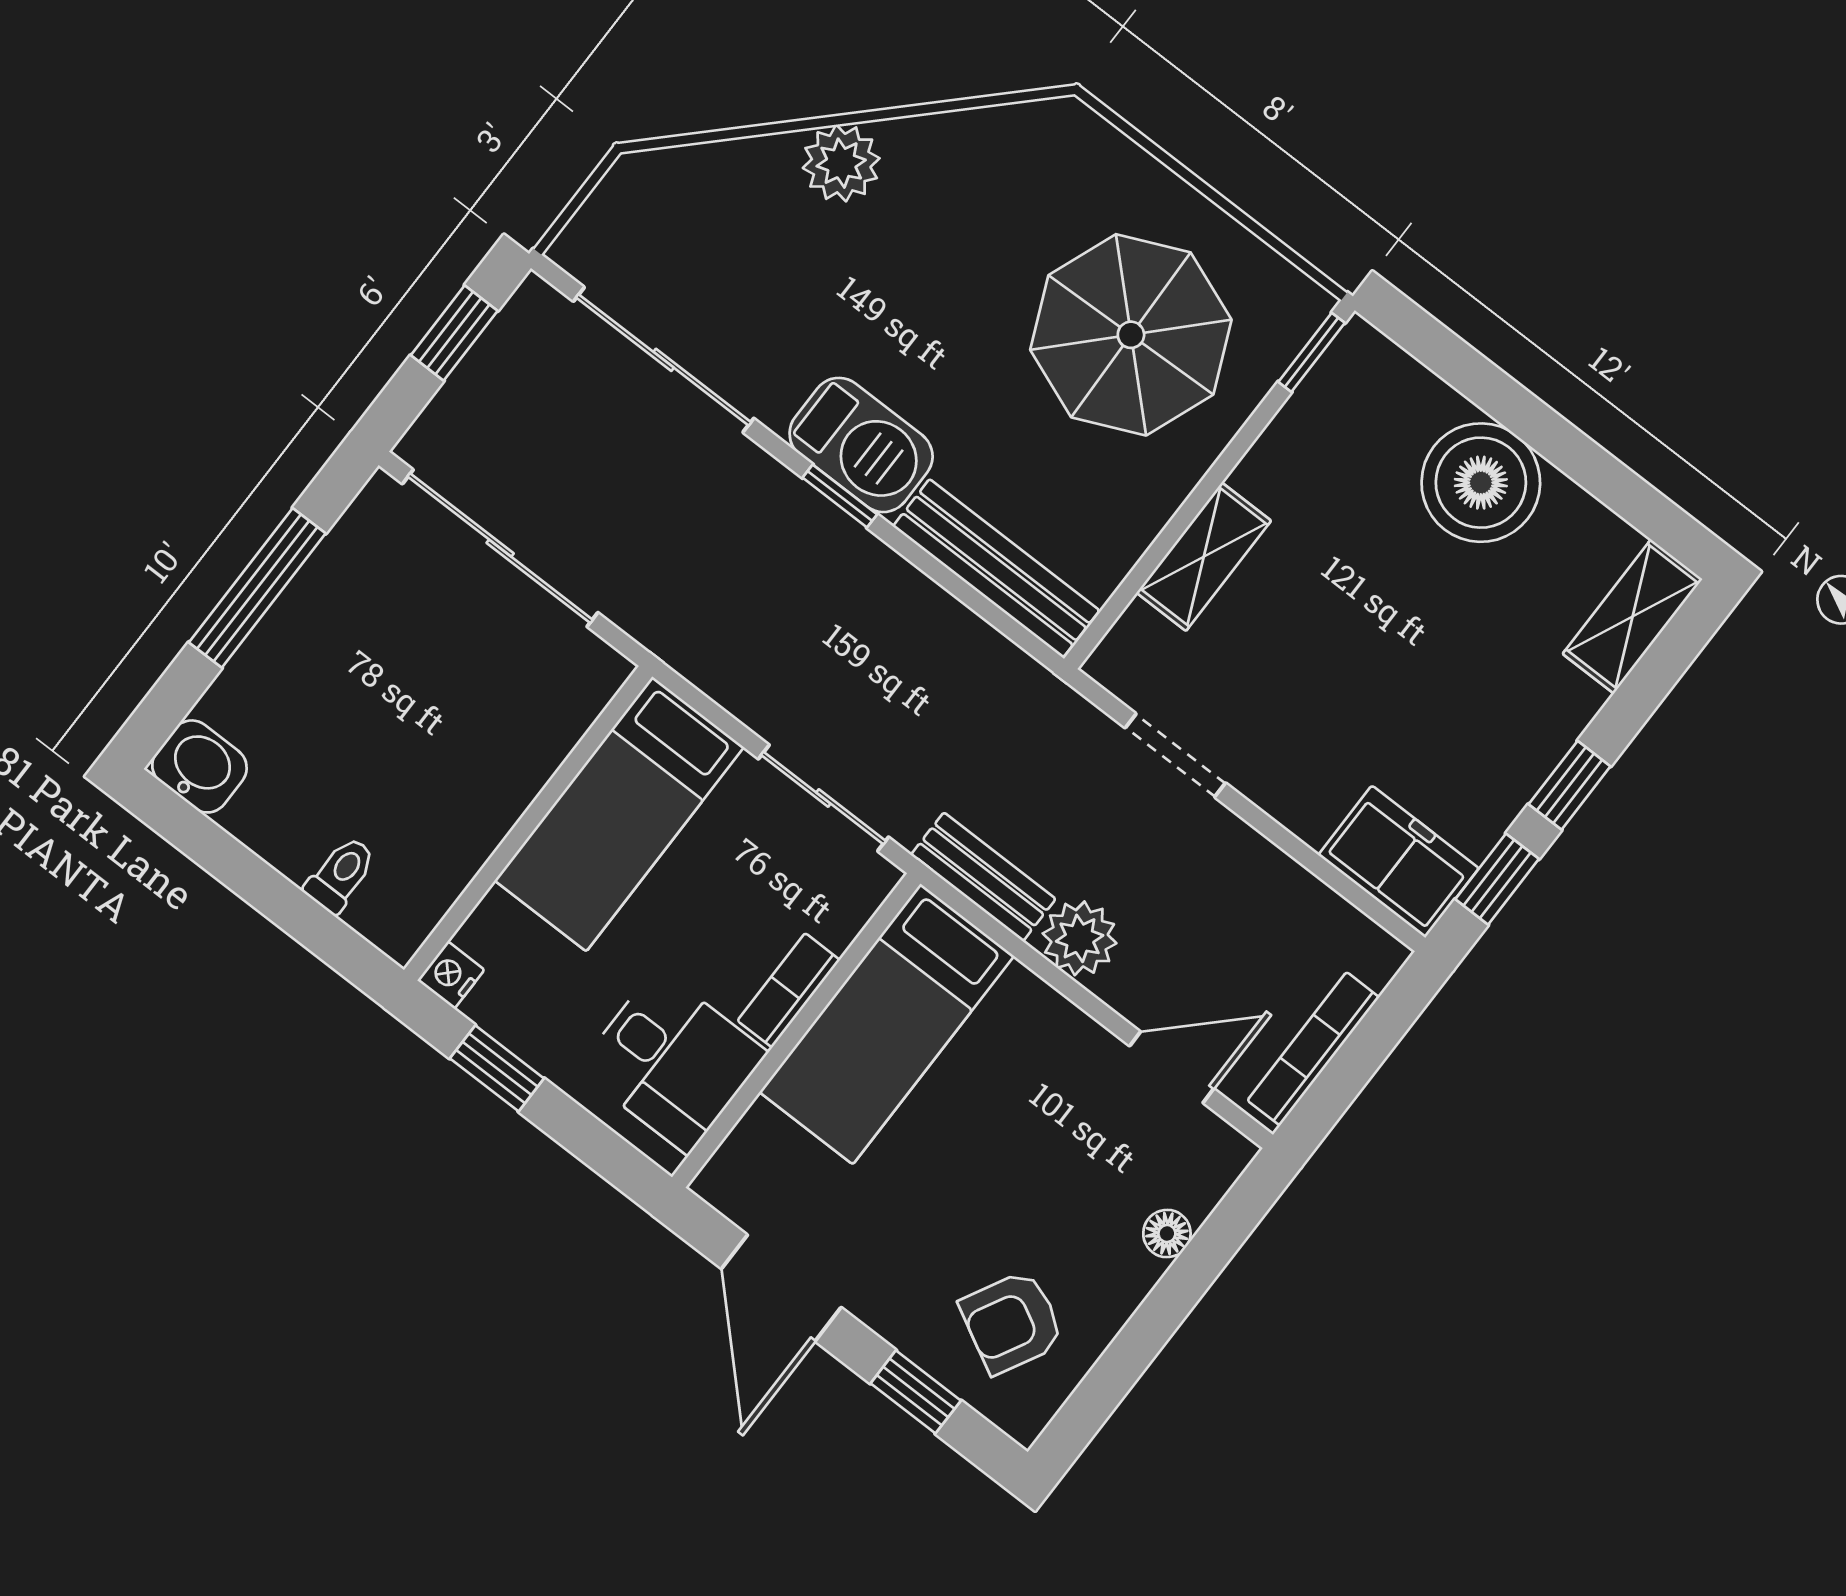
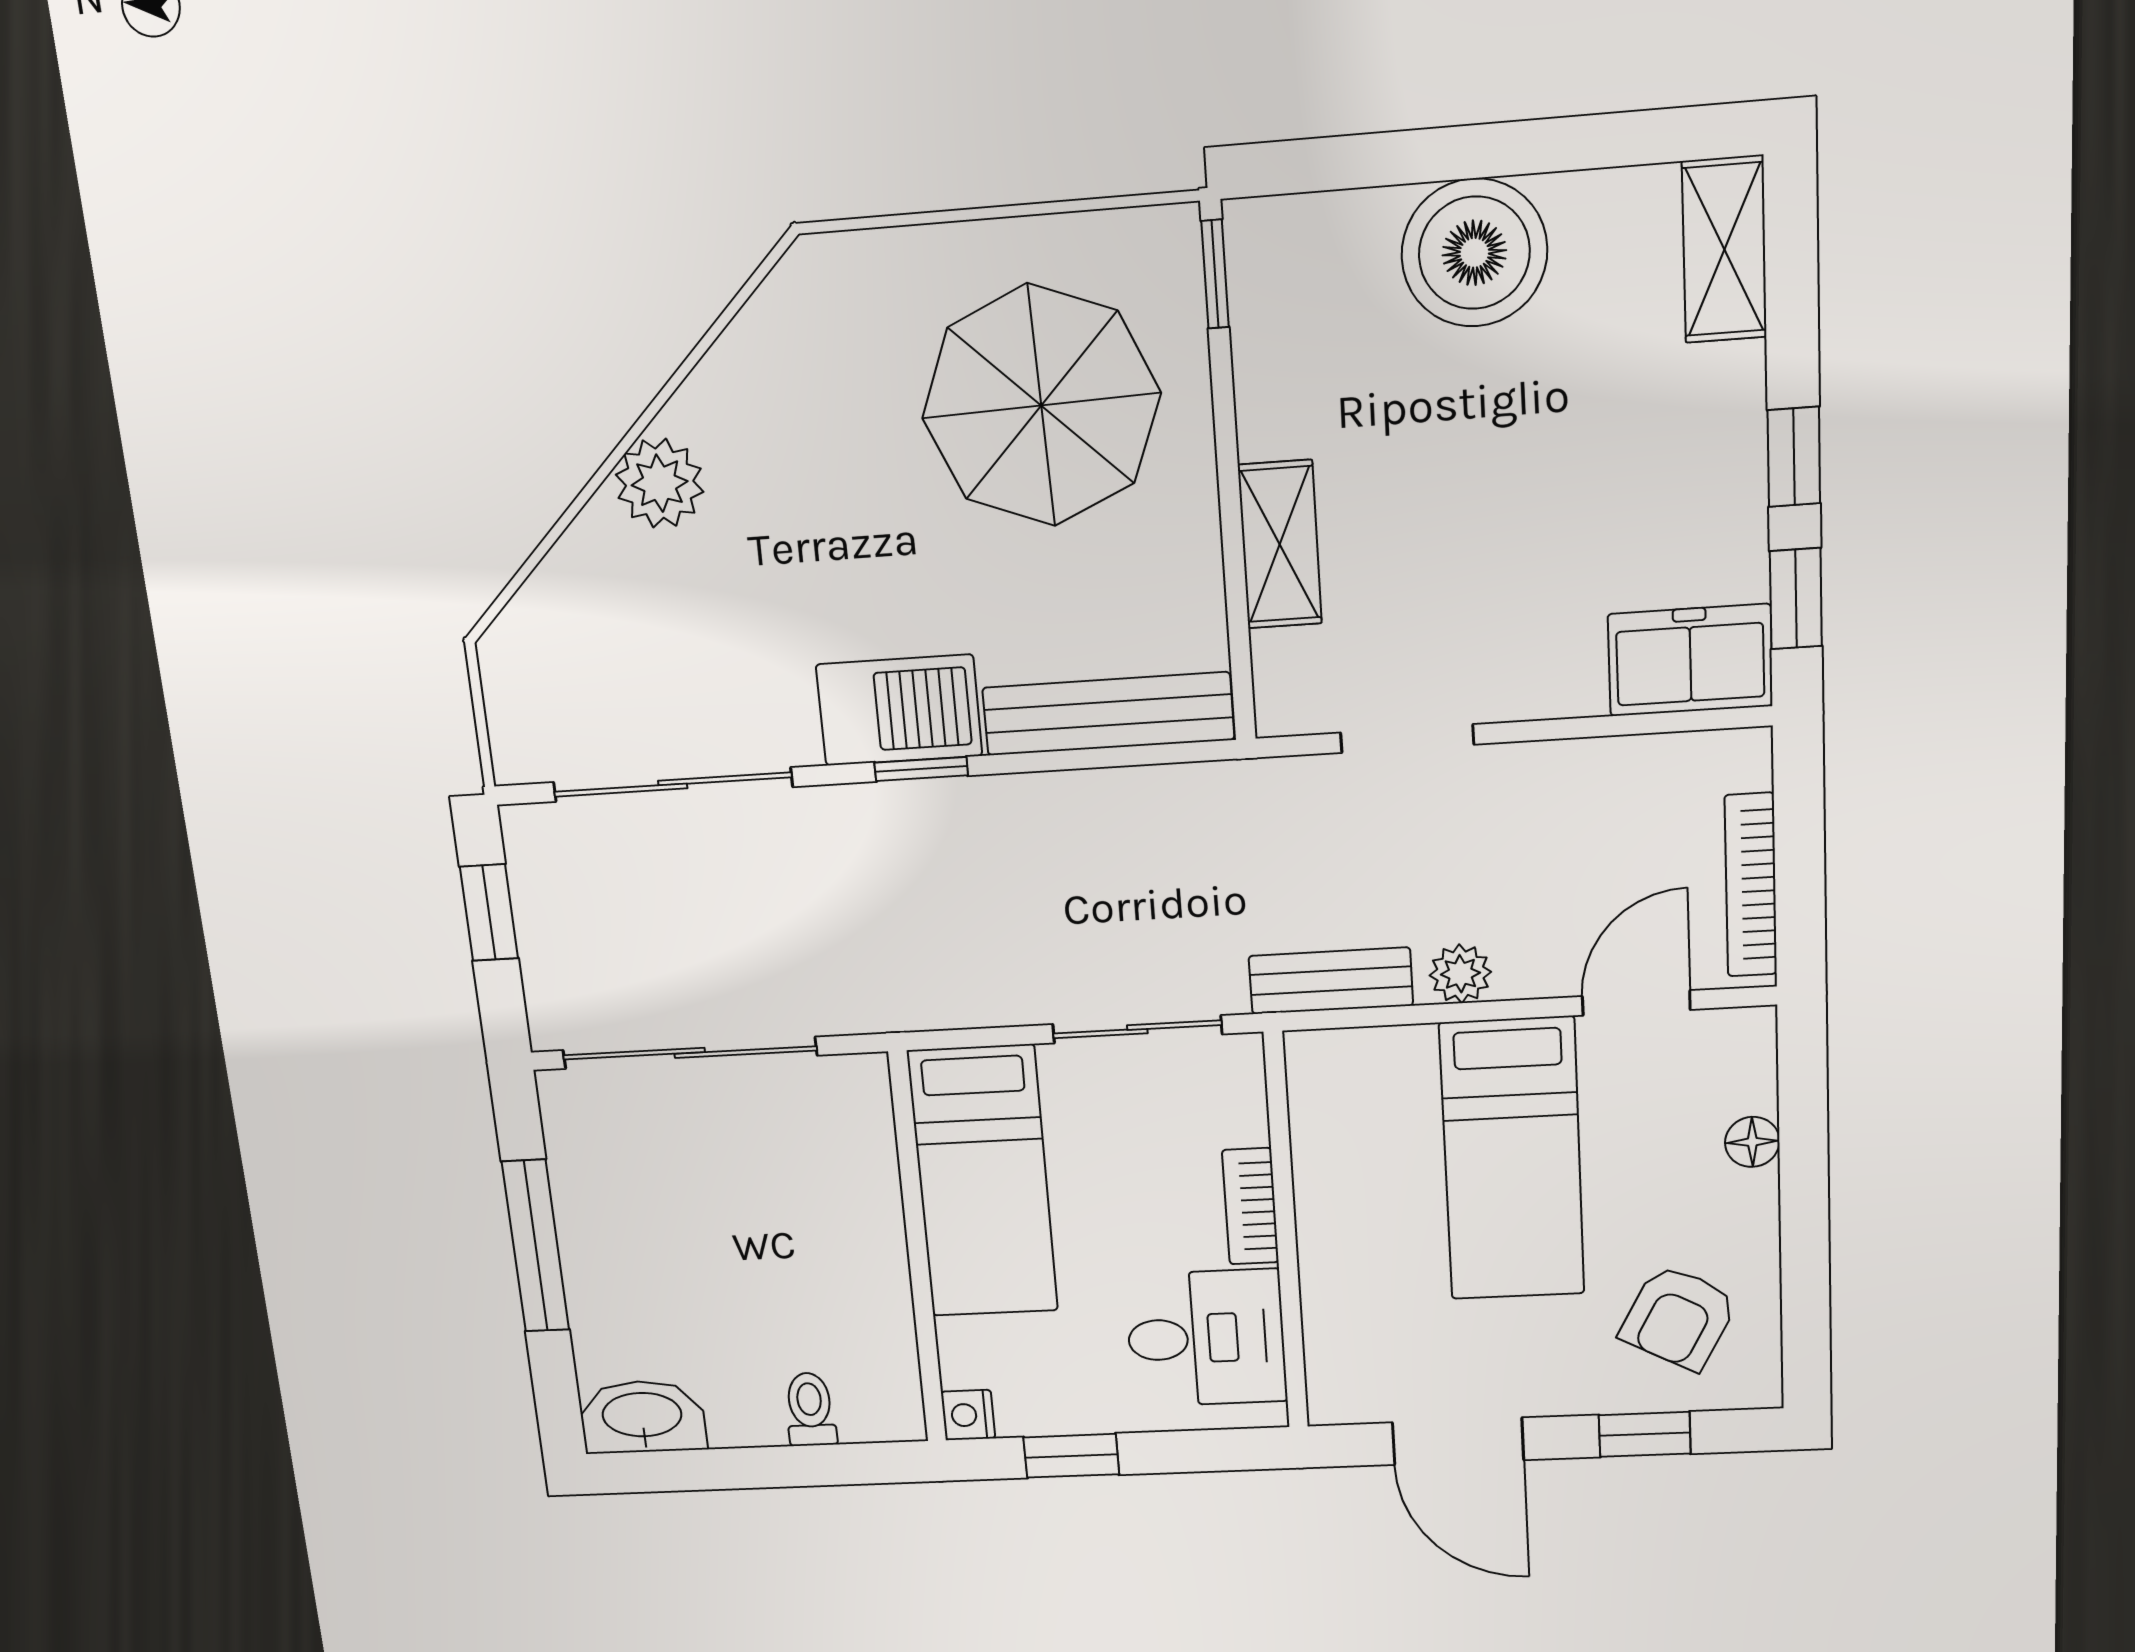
washbasin: (199, 766) -> (642, 1417), width x1.38
plant: (1080, 938) -> (1460, 974), width x0.73, depth x0.73
bed: (887, 1024) -> (1512, 1159), moved

